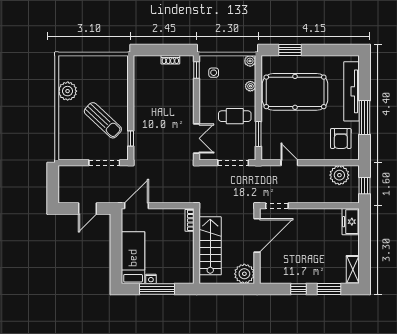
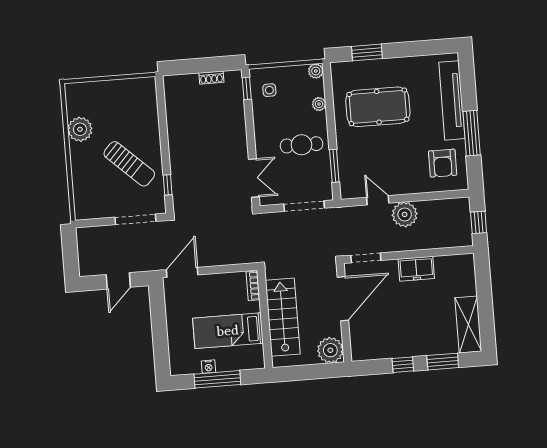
pool table: (295, 92) -> (378, 107), width x0.73, depth x0.76
plant: (339, 175) -> (405, 214), moved
freezer: (351, 222) -> (416, 269), moved, turned -90
bed: (133, 258) -> (228, 331), moved, turned -90
shelving: (353, 270) -> (468, 324), width x1.50, depth x1.33

